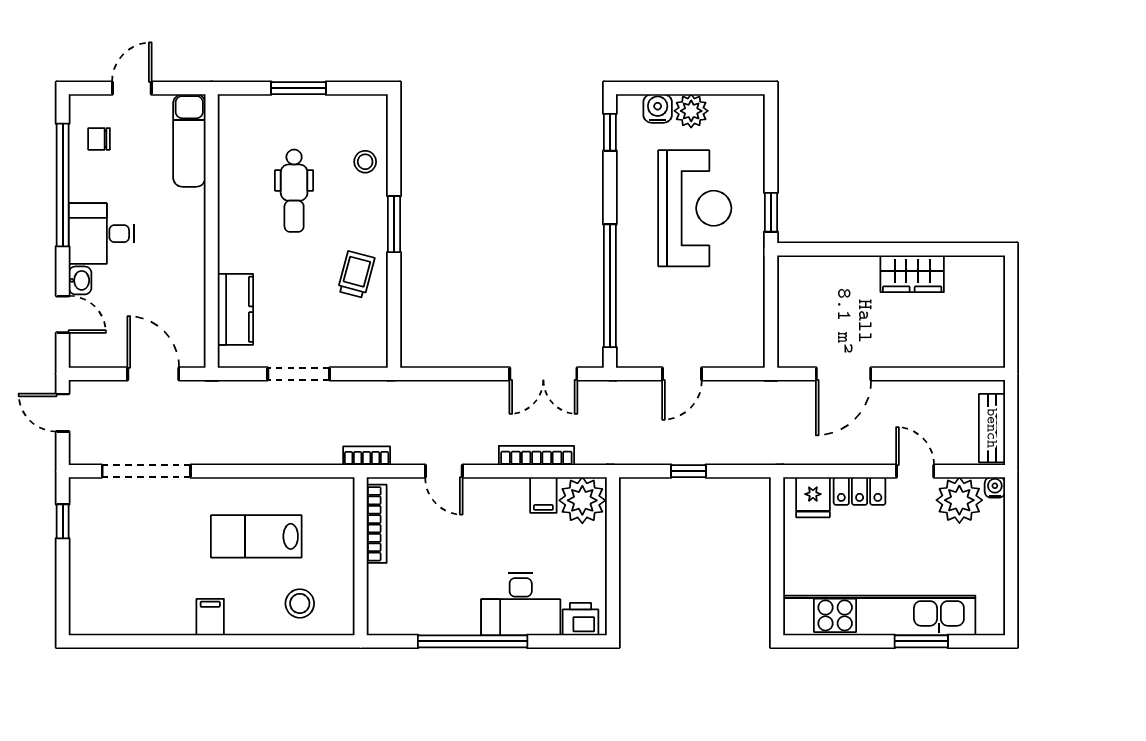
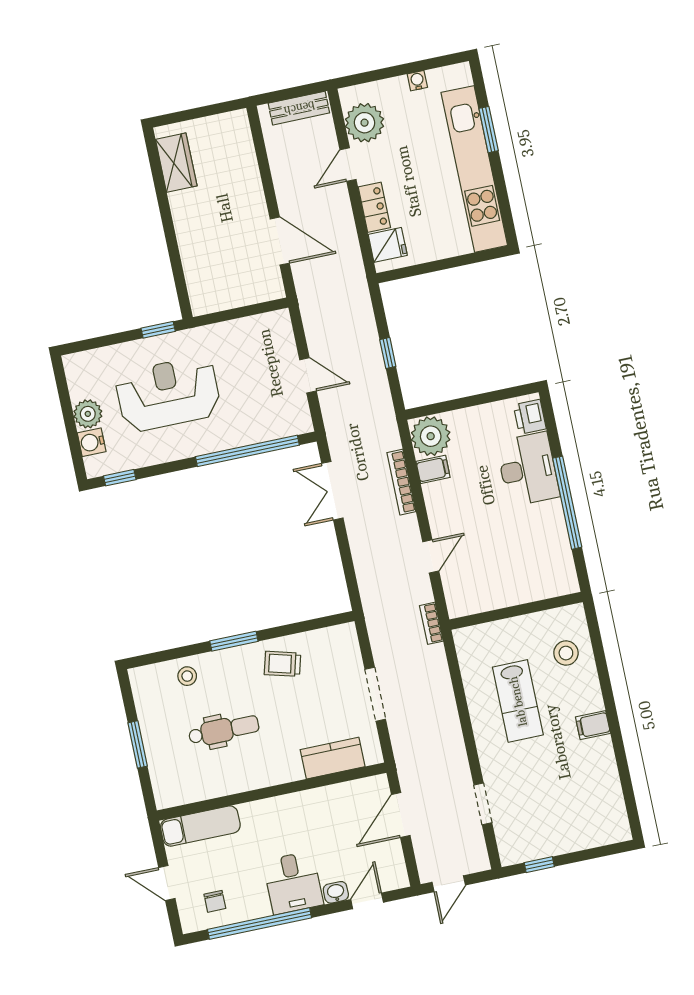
wardrobe: (912, 274) -> (176, 163), moved
double door: (543, 374) -> (332, 491), swing flipped
doorway: (146, 471) -> (483, 804), width x0.53
water cooler: (995, 487) -> (417, 81), moved, turned 90
bookcase: (377, 524) -> (486, 603), removed

